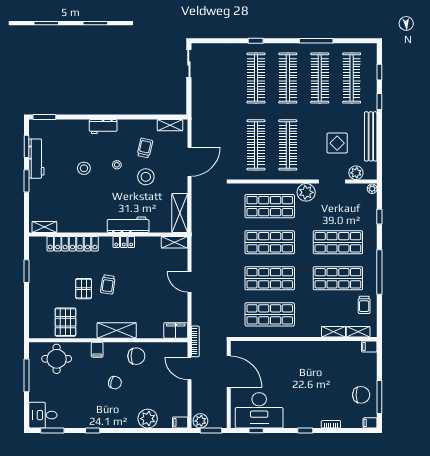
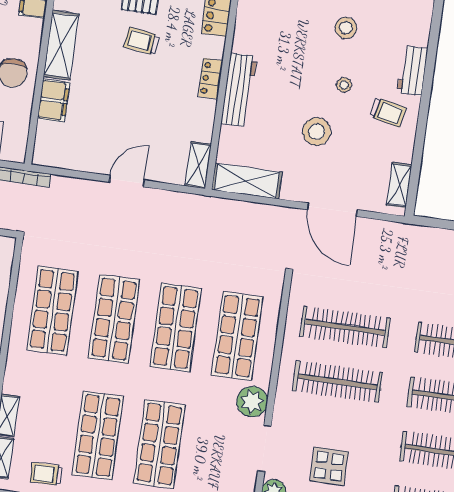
trolley: (145, 148) -> (388, 112), moved
filing cabinet: (176, 330) -> (54, 100), moved

